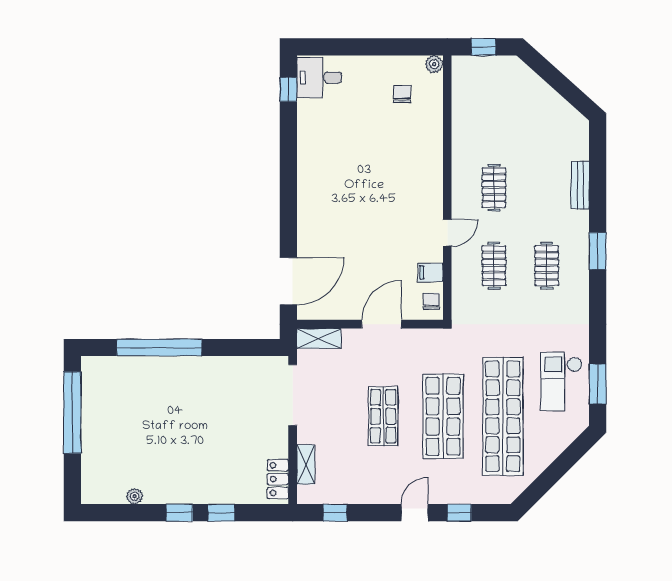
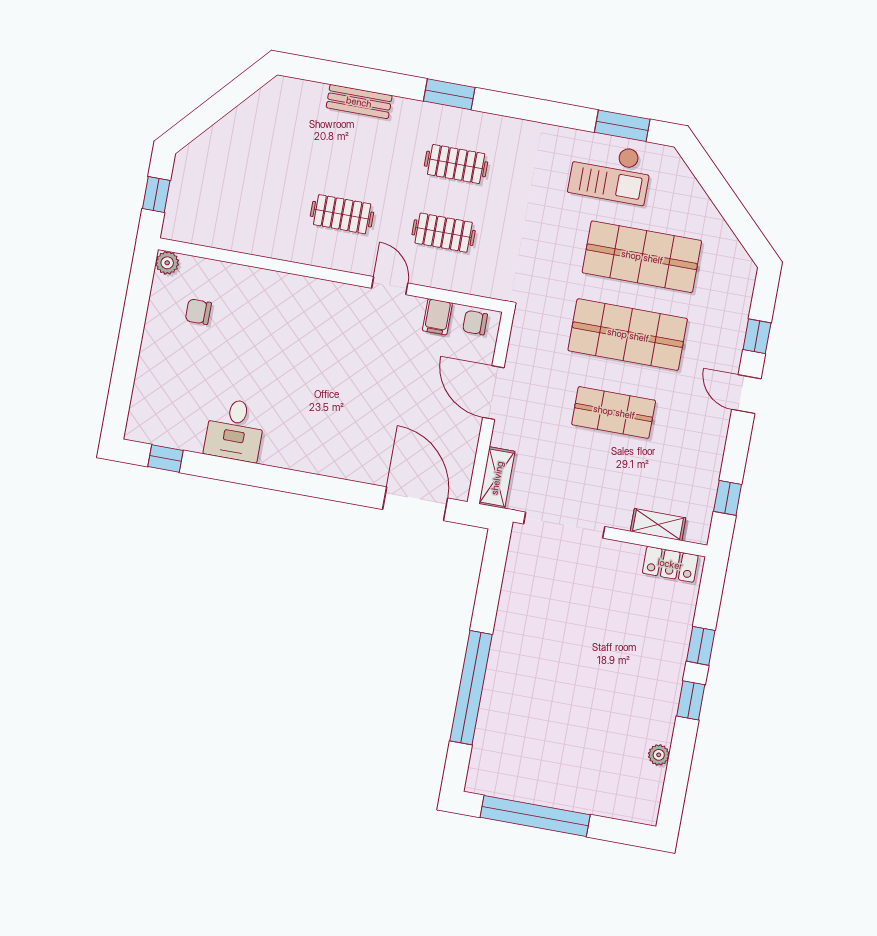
desk: (319, 78) -> (235, 430), moved
shop shelf: (503, 416) -> (642, 257), width x0.71

